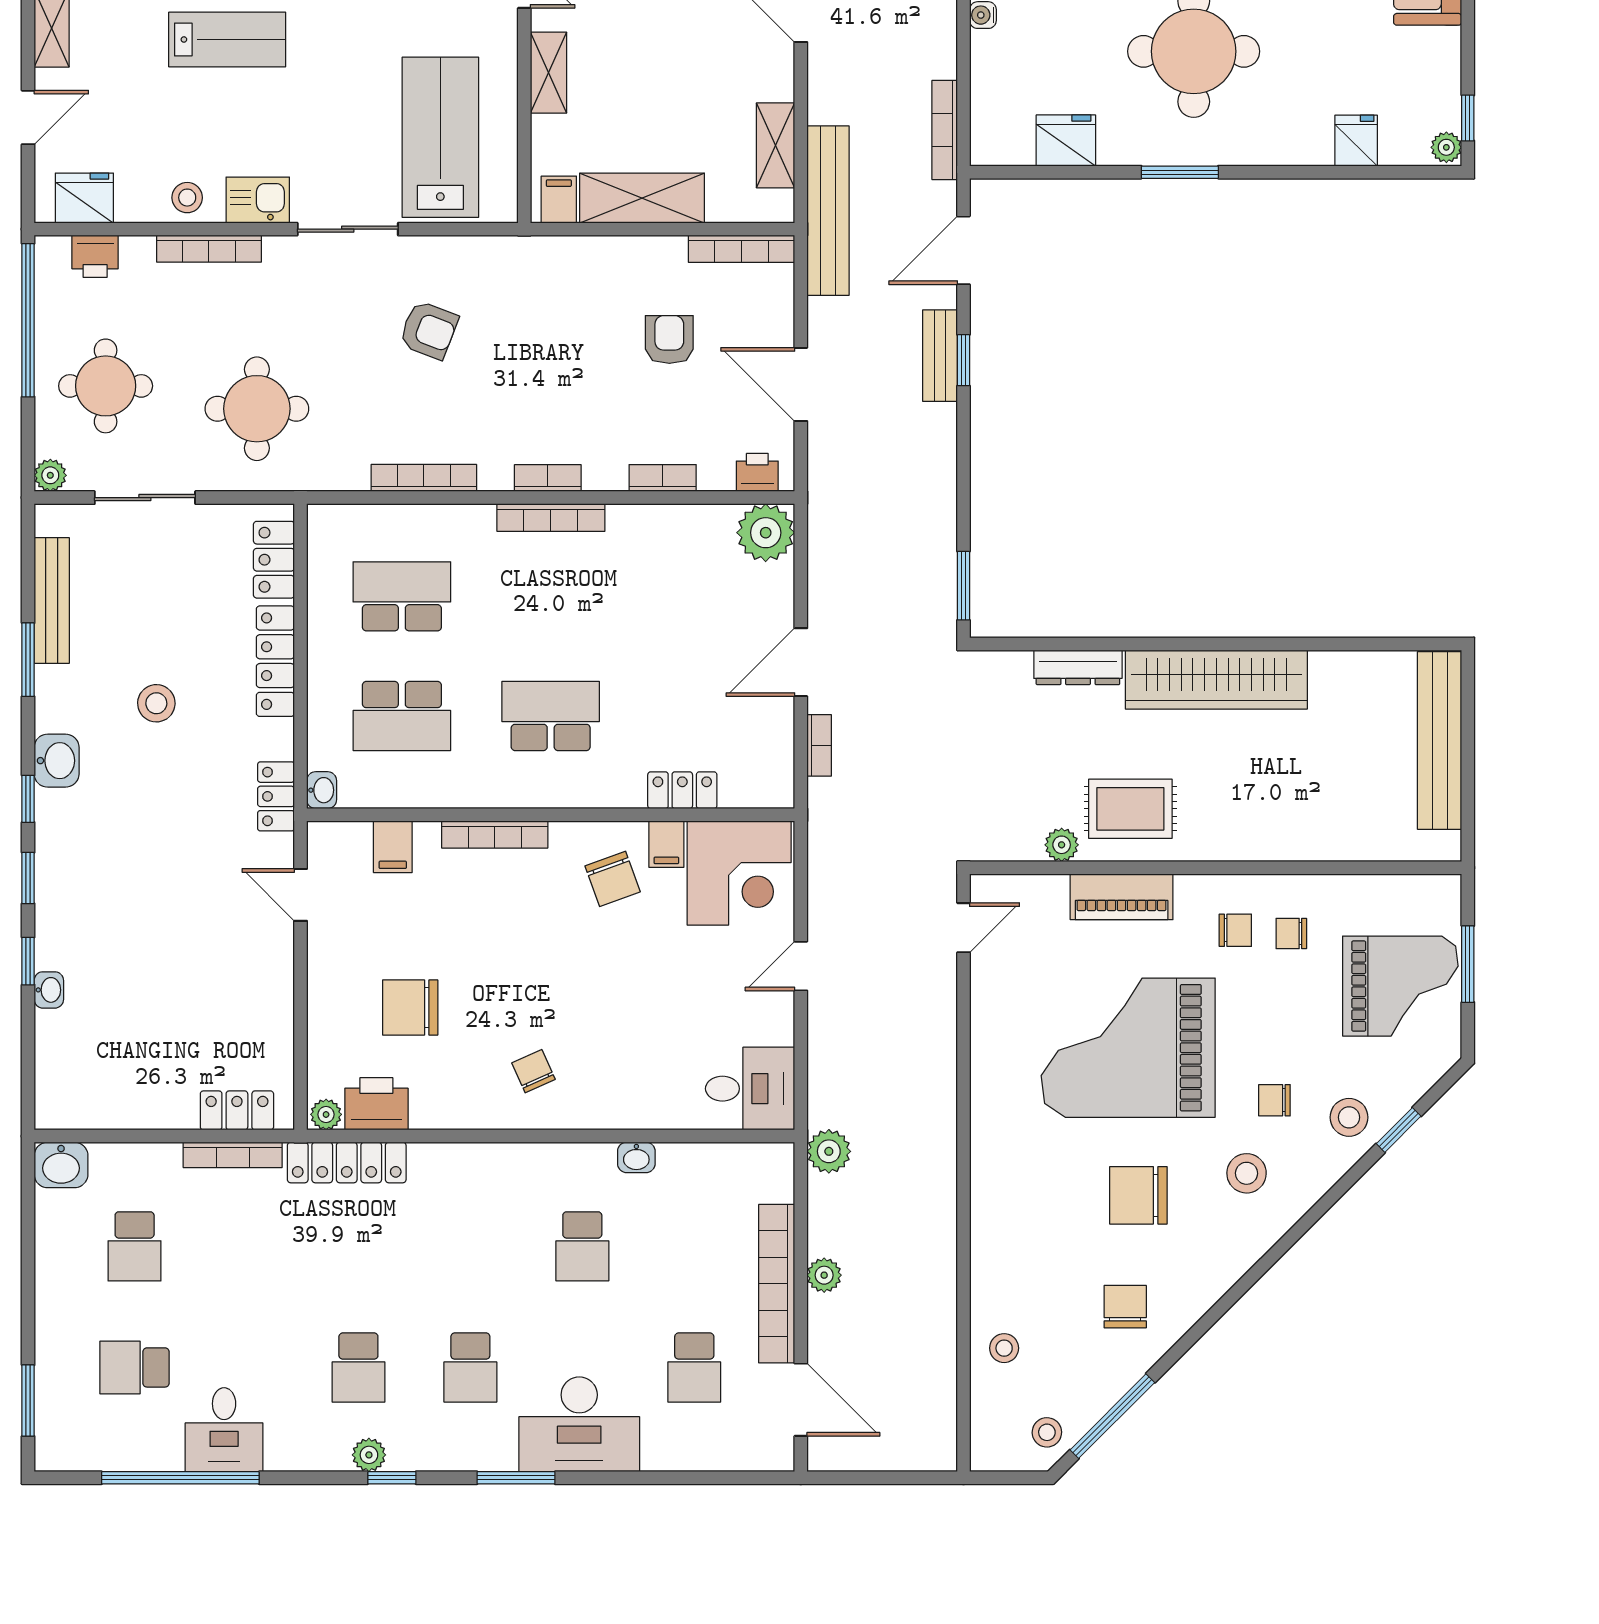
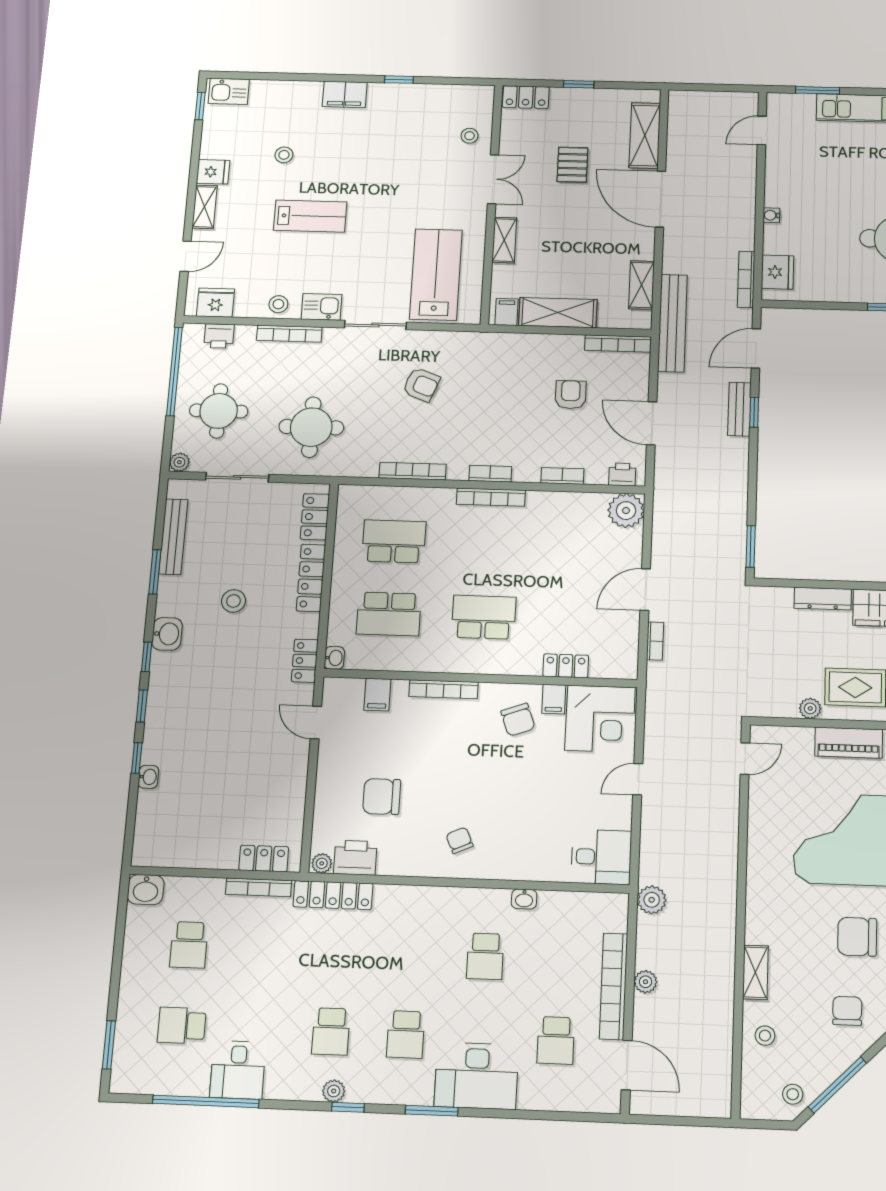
fridge: (1066, 140) -> (777, 272), moved, turned 90
shelving: (988, 1255) -> (755, 972), added

